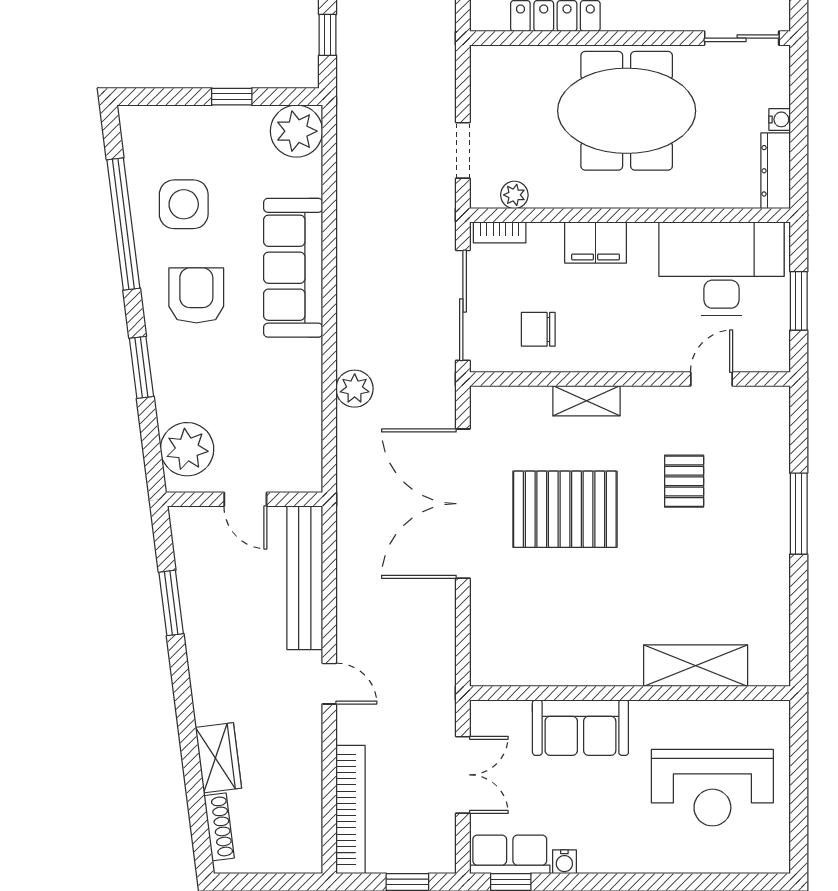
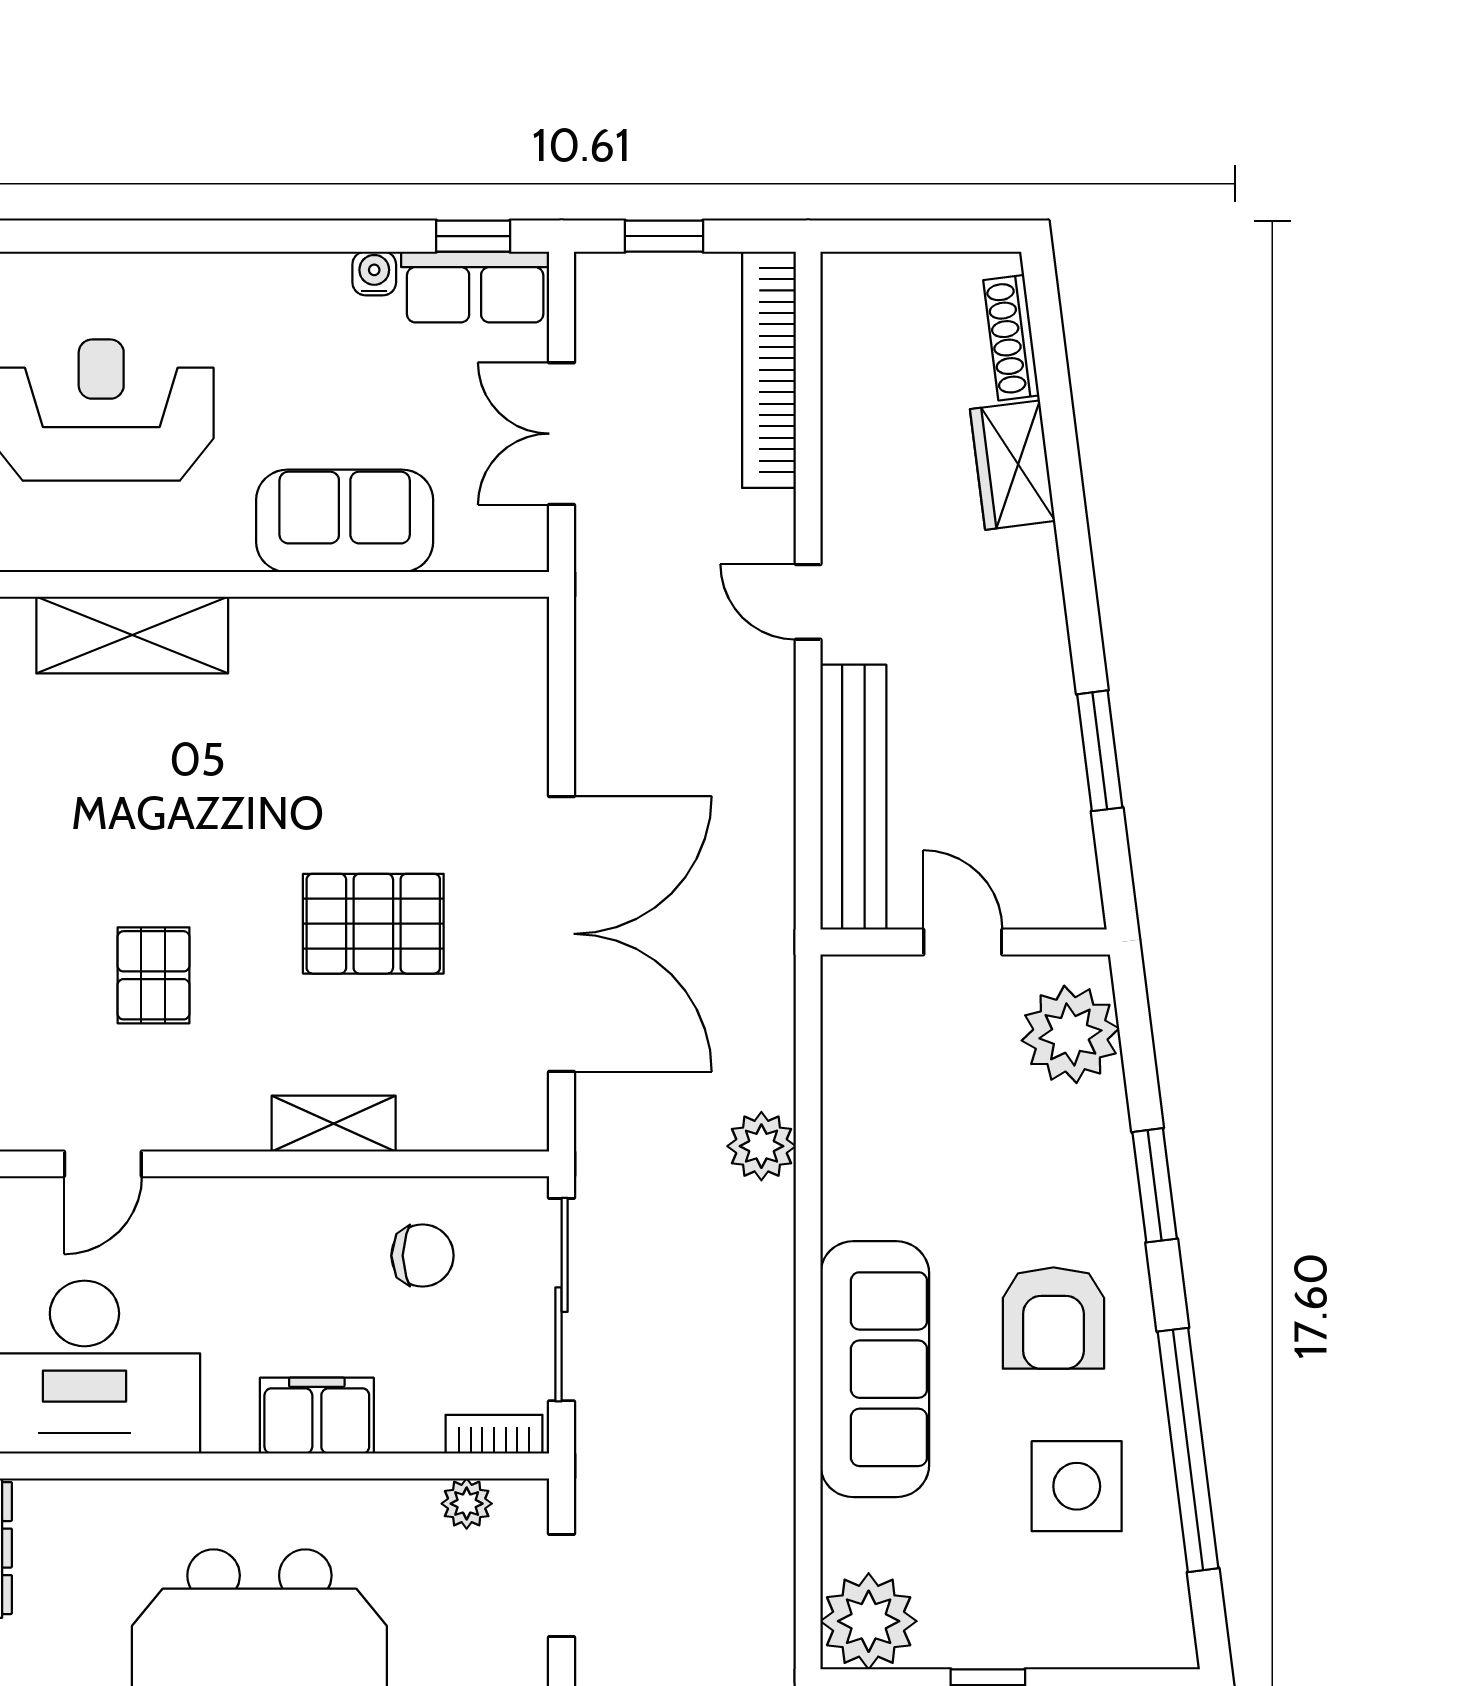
pallet: (565, 509) -> (373, 924), width x0.73, depth x0.71

